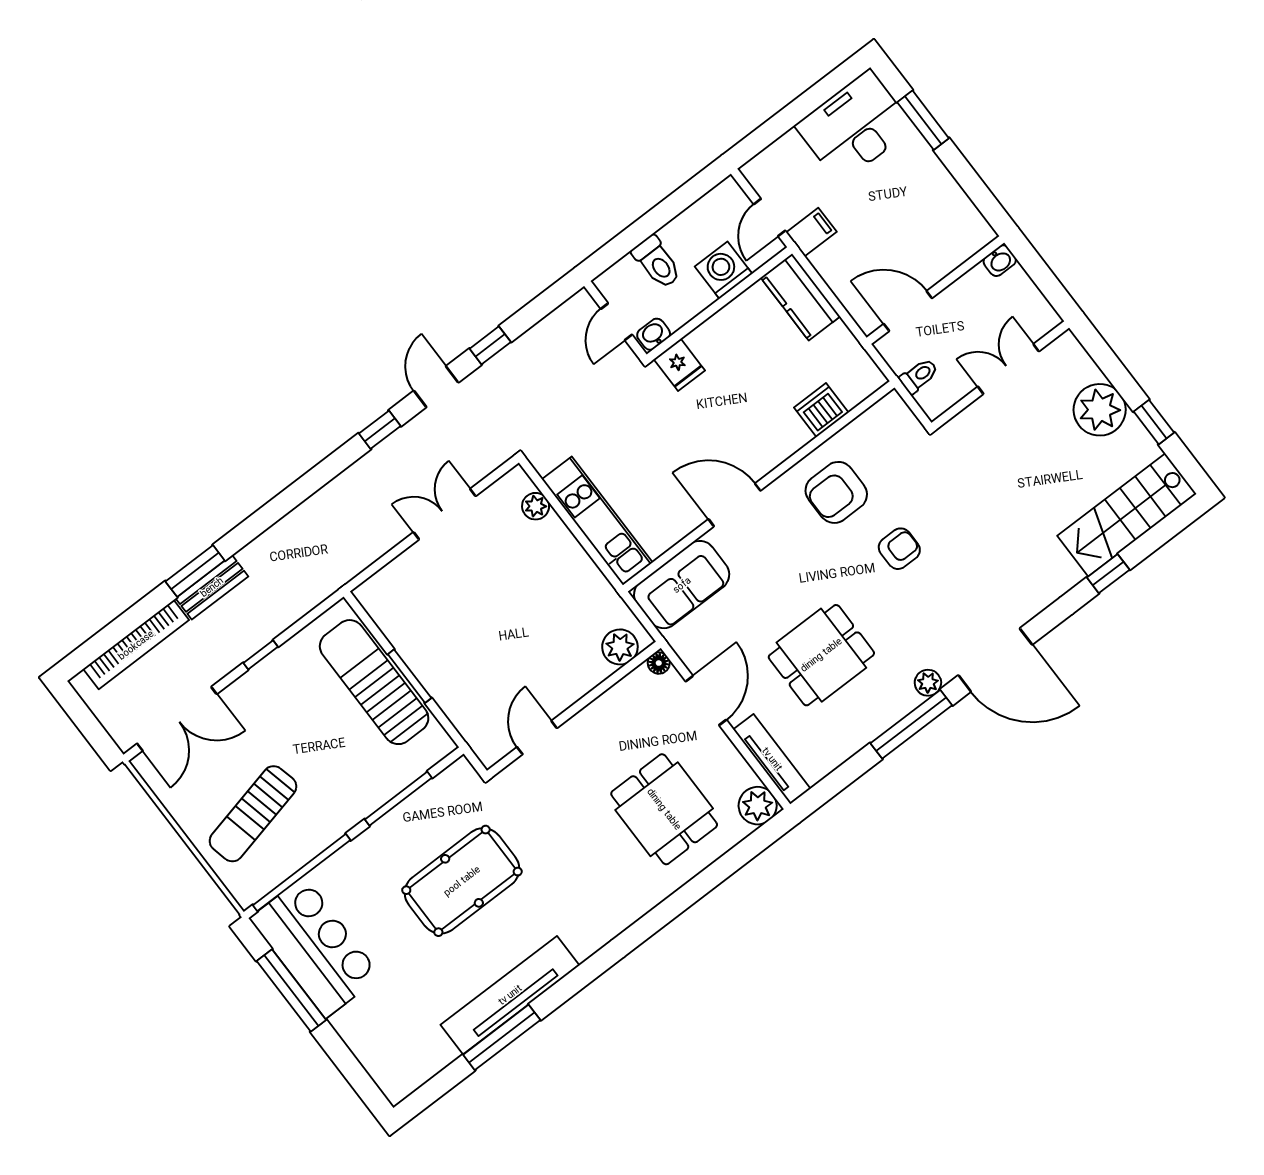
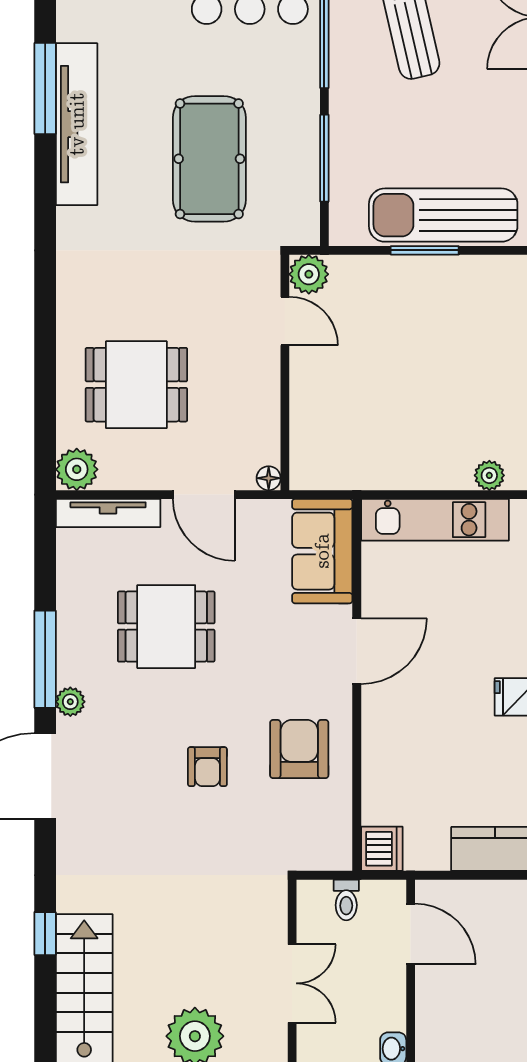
door: (908, 311) -> (411, 934), hinge flipped
dishwasher: (821, 410) -> (382, 849), moved
plant: (620, 647) -> (309, 274), moved
dining table: (821, 655) -> (166, 627), turned 90
sun lounger: (374, 682) -> (443, 215), turned 180

